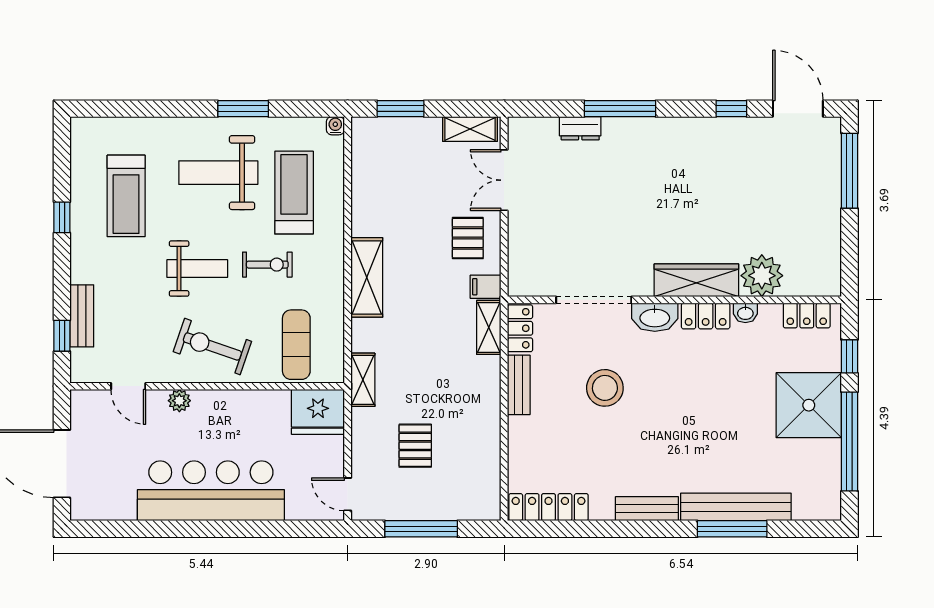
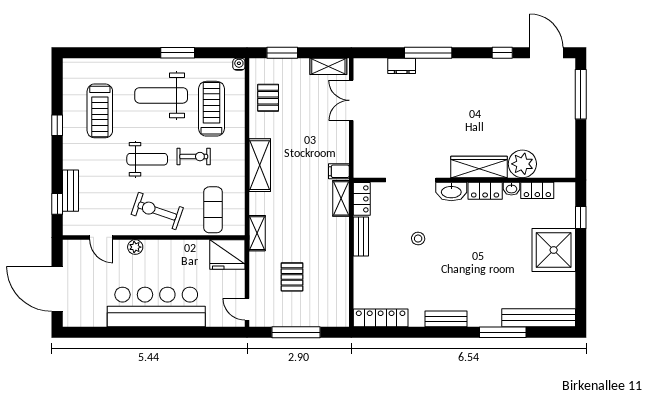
pallet: (468, 238) -> (268, 98), moved
locker: (807, 316) -> (537, 190), moved
stool: (605, 388) -> (418, 239), width x0.53, depth x0.53
window: (849, 442) -> (581, 274), removed
bench: (736, 507) -> (539, 318), moved

